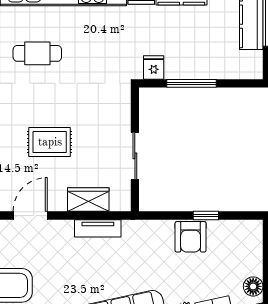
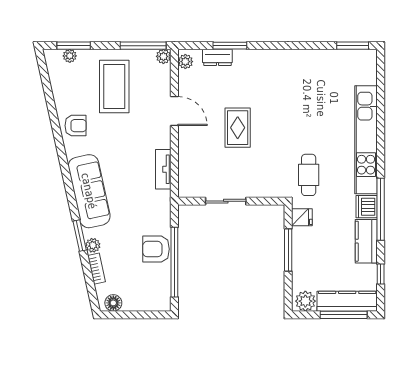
cafe table: (37, 53) -> (309, 175), moved
plant: (251, 63) -> (305, 301), added
wardrobe: (88, 199) -> (188, 161), removed
window: (206, 216) -> (174, 262), width x3.17

